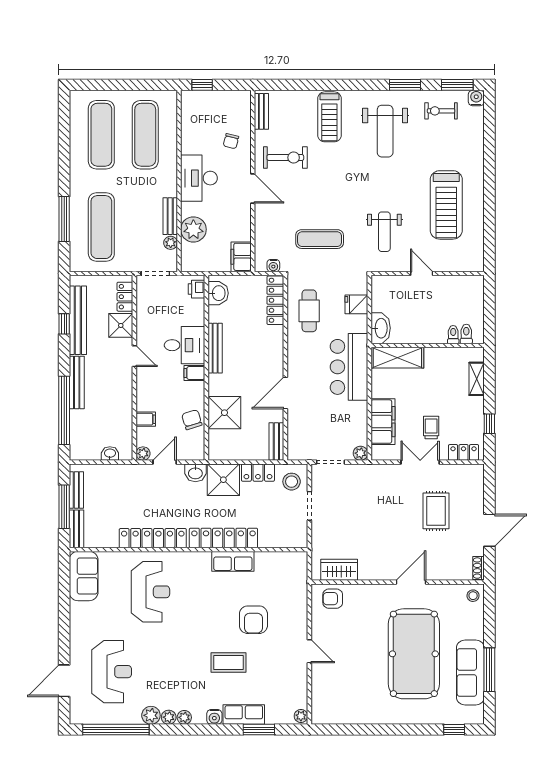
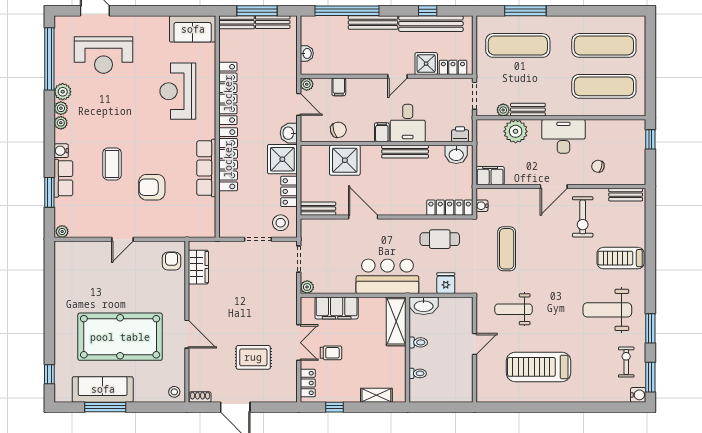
toilet: (466, 334) -> (418, 342), moved
row of seats: (233, 561) -> (206, 168), width x1.48
reception desk: (150, 592) -> (178, 91), turned 90

